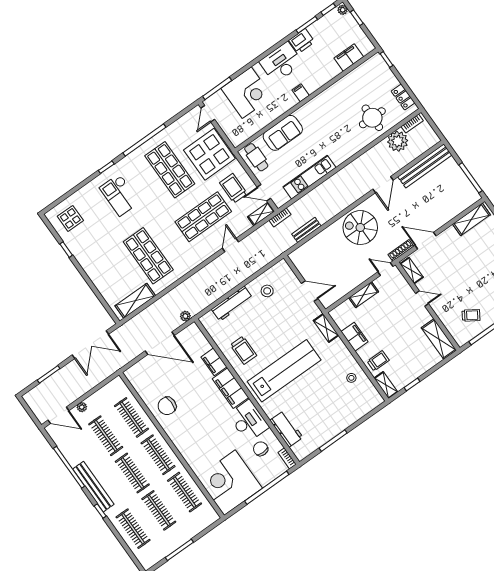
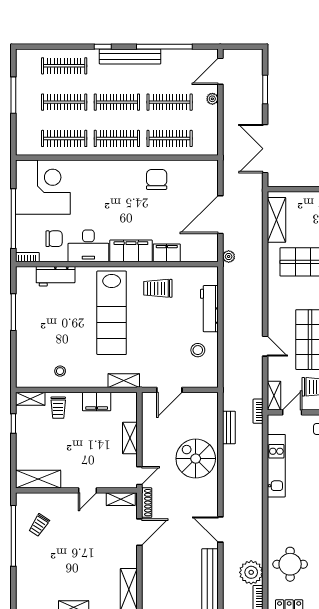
spiral stairs: (360, 228) -> (196, 459), moved, turned -90

